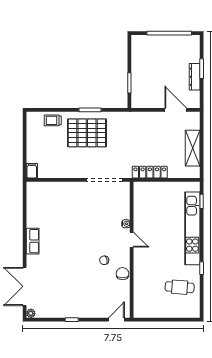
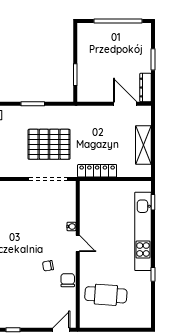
dresser: (195, 77) -> (145, 88), moved
pallet: (87, 133) -> (49, 144), moved
cafe table: (180, 287) -> (106, 295), moved, width x1.37, depth x1.35

